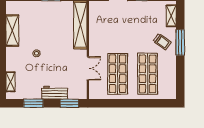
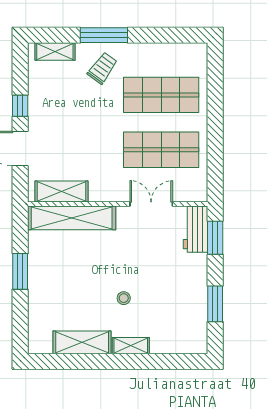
shelving: (95, 19) -> (61, 191), added
shelving: (10, 82) -> (131, 346), moved
workbench: (55, 93) -> (196, 229), moved

